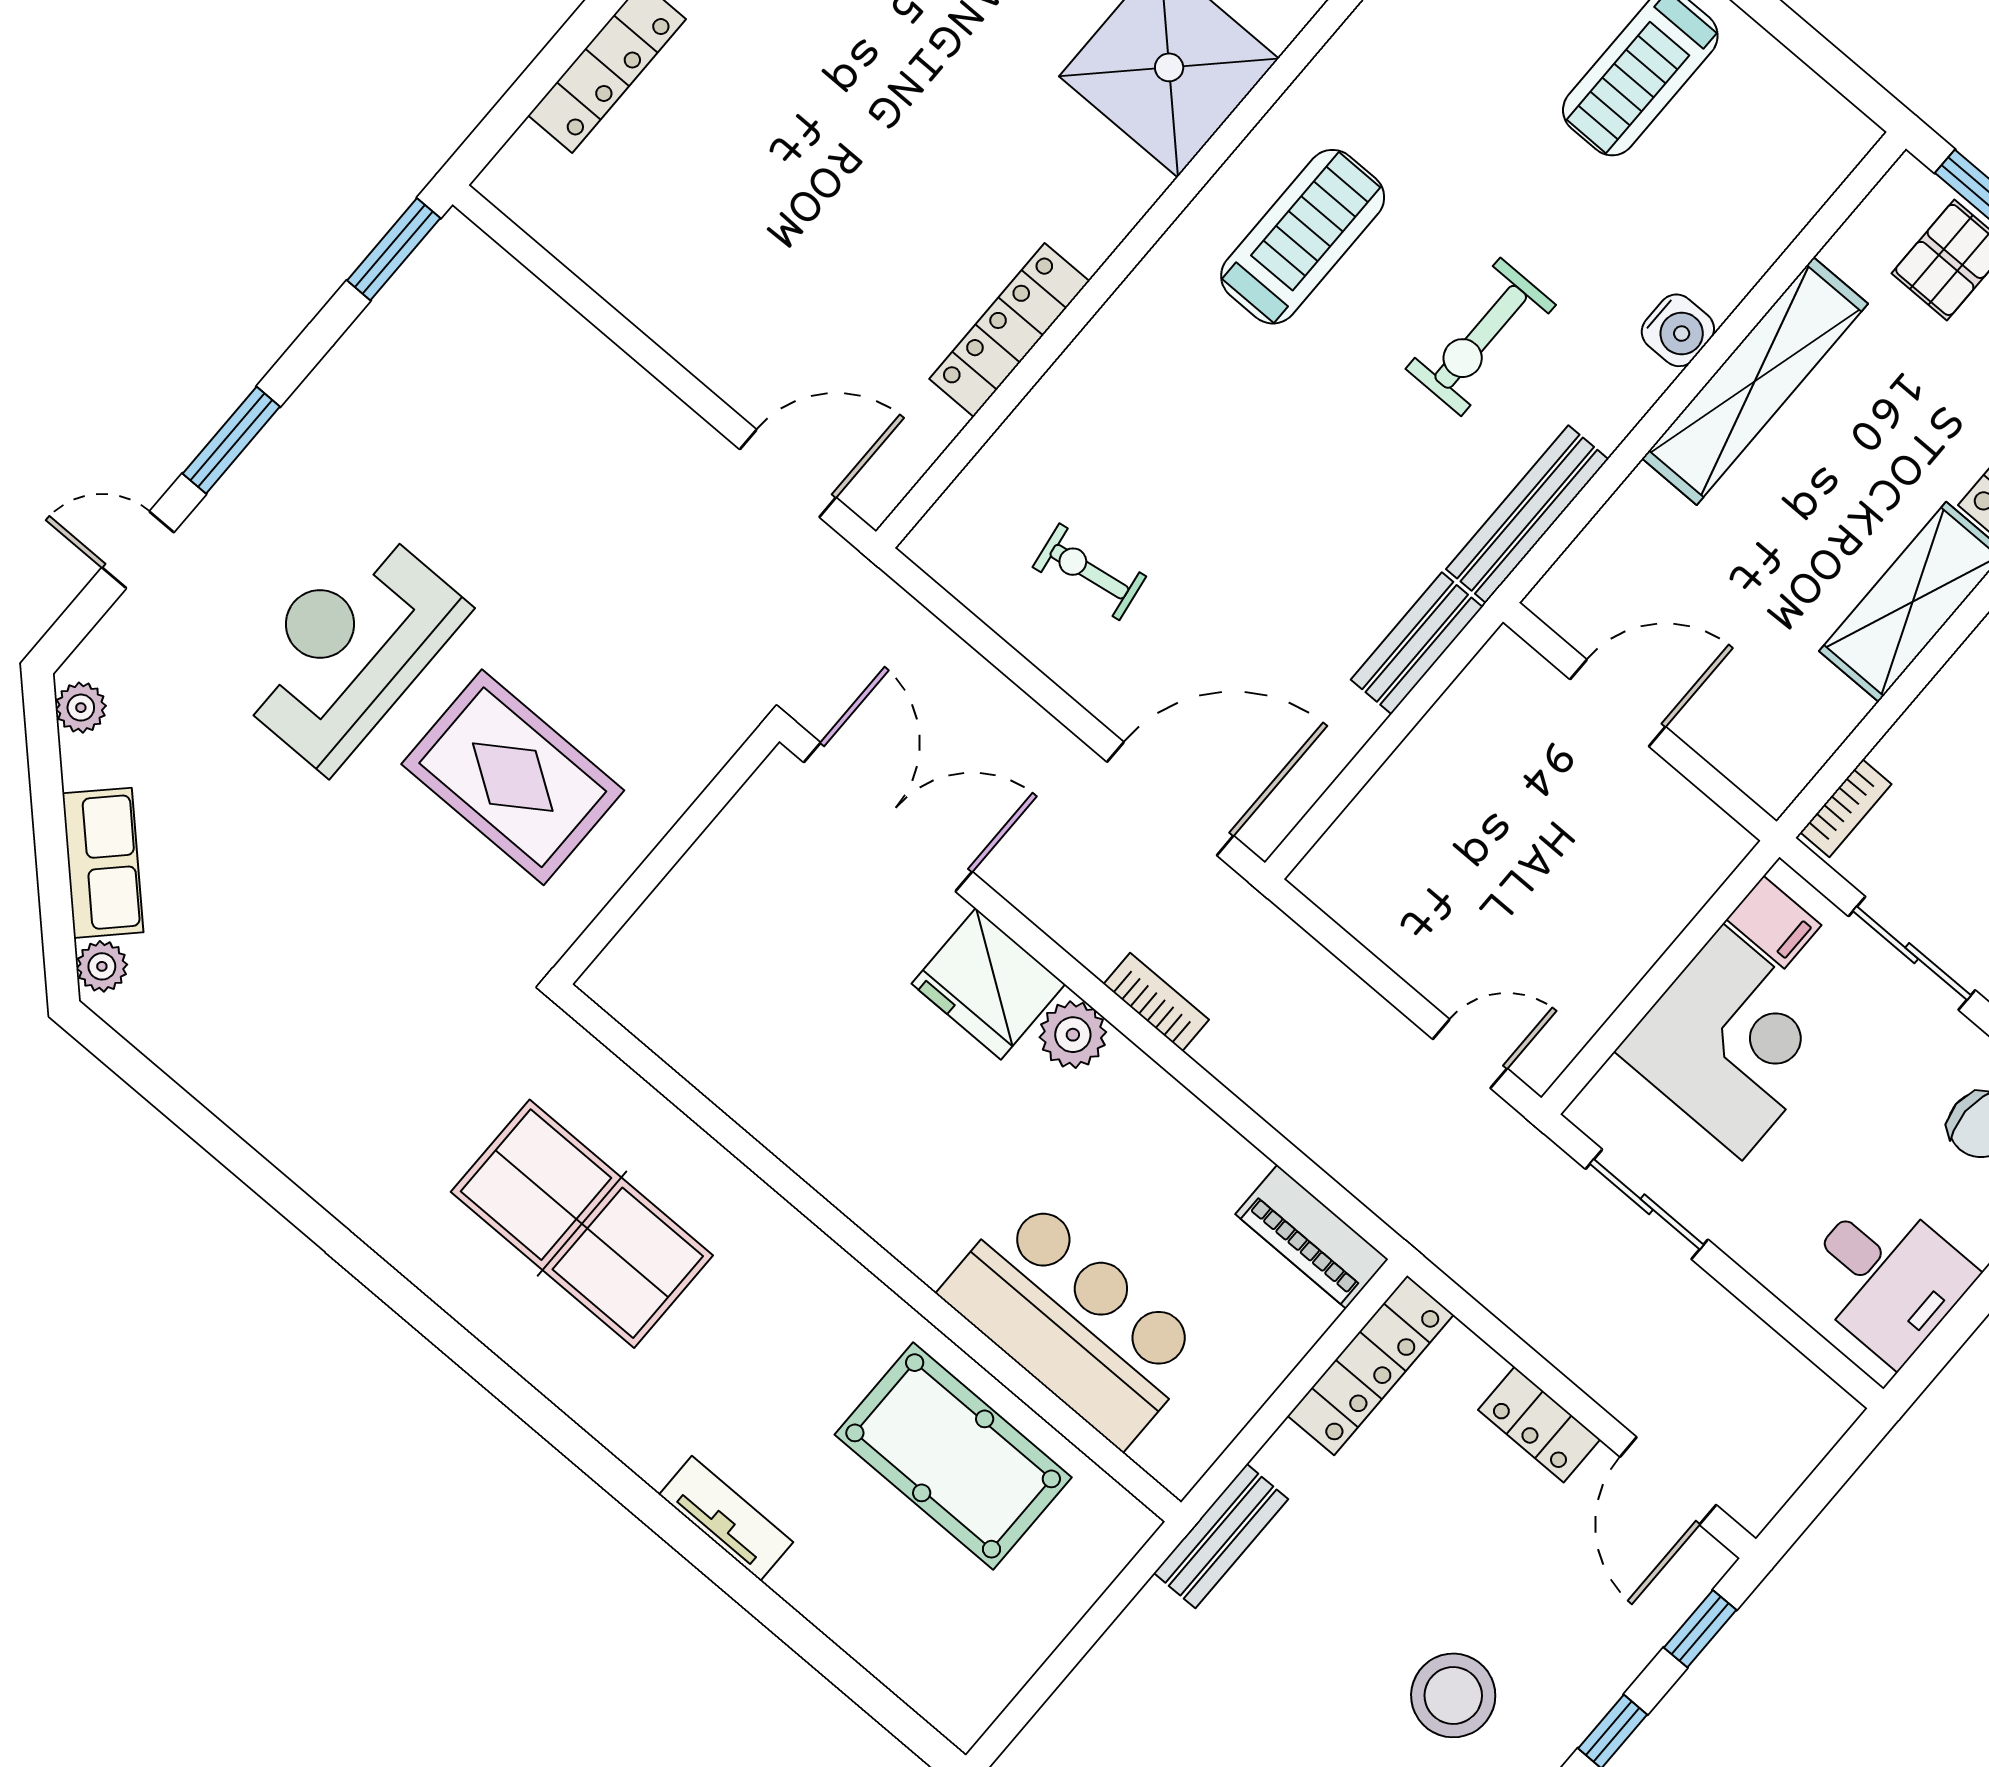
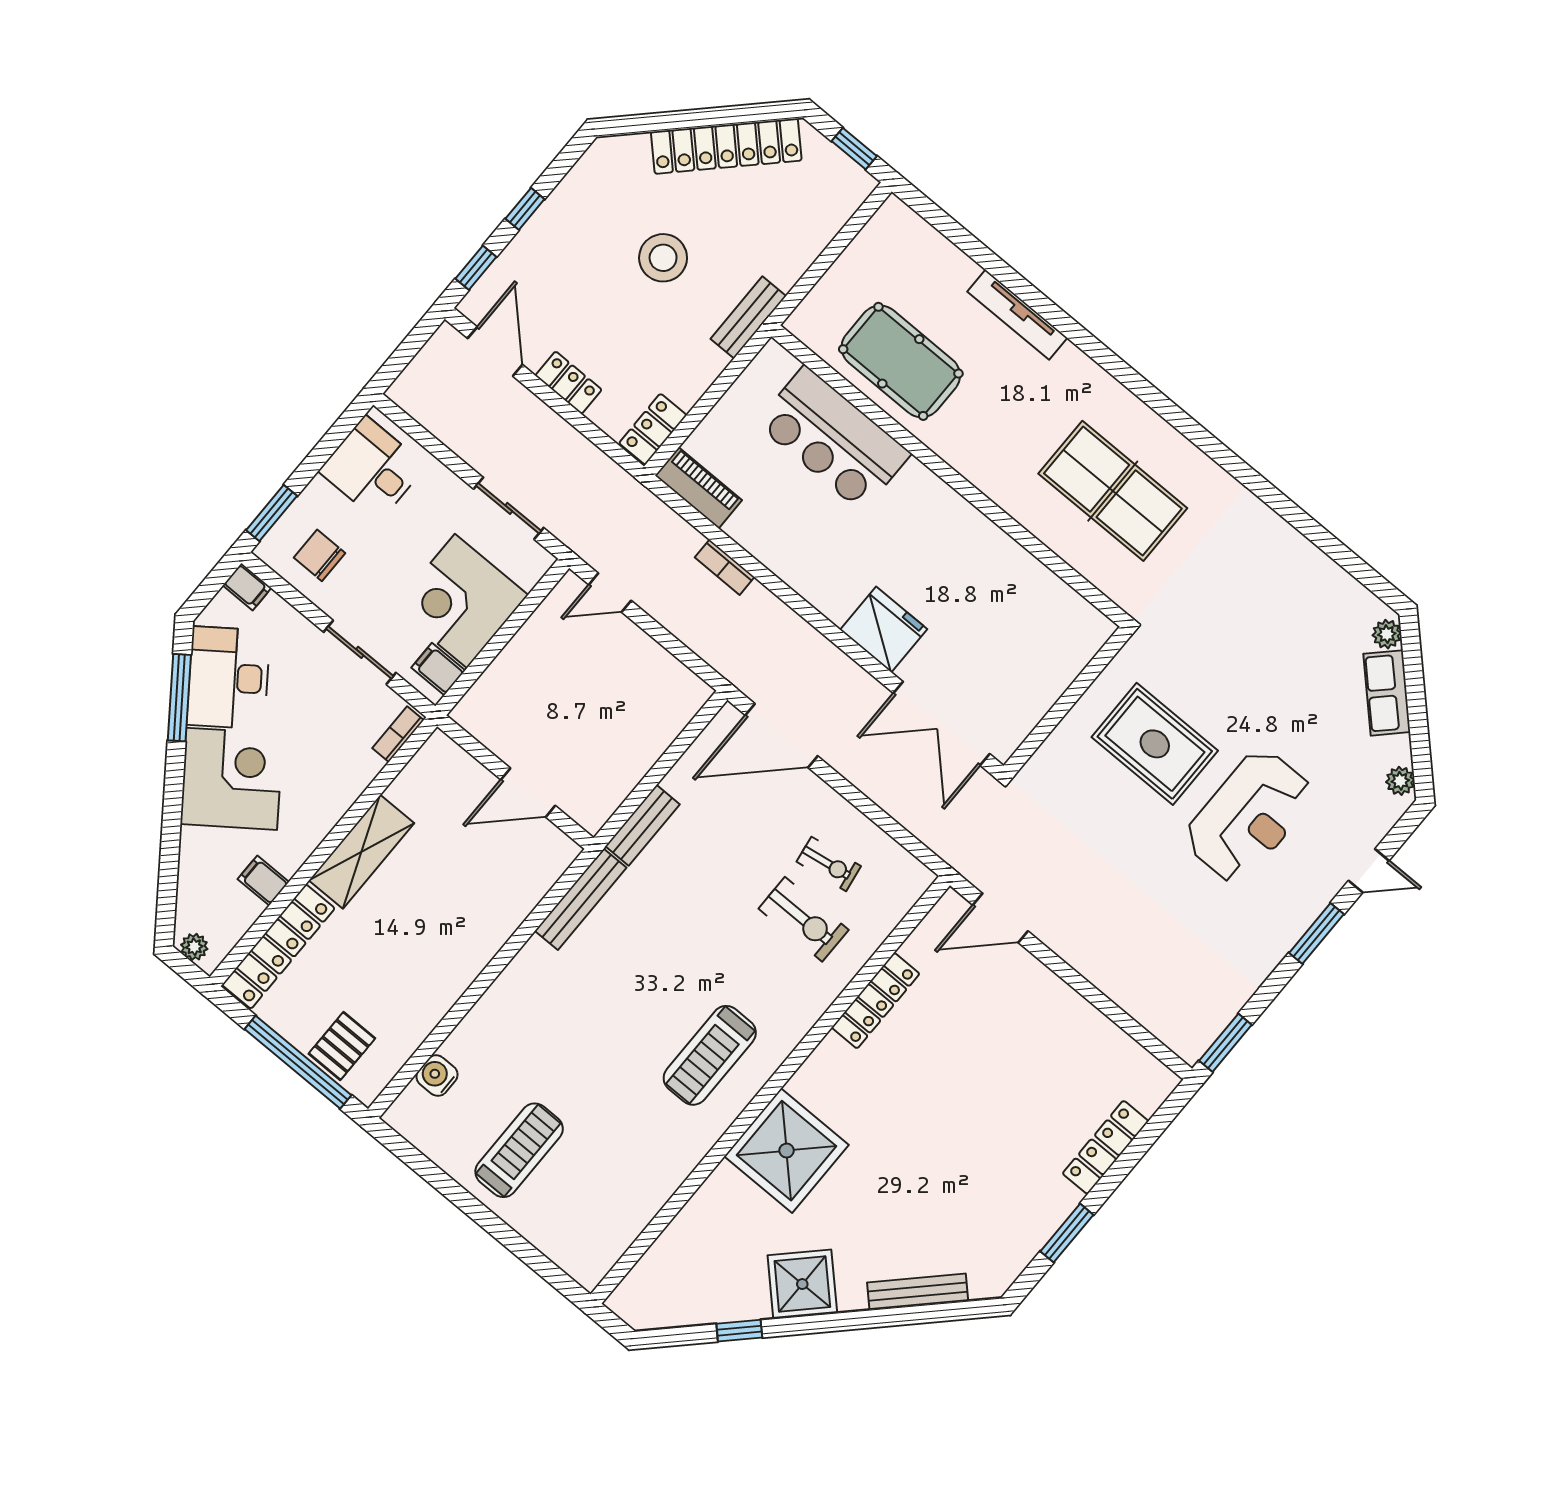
water cooler: (1678, 330) -> (437, 1076), moved
exercise bike: (1481, 337) -> (804, 919), moved, turned 90
shelving: (1755, 381) -> (452, 976), removed
bookcase: (1156, 1002) -> (725, 567), moved
plant: (1073, 1035) -> (835, 601), removed
locker: (1371, 1365) -> (653, 429), width x0.66
tv unit: (726, 1518) -> (1017, 315), width x1.41
stool: (1453, 1695) -> (663, 258), moved

